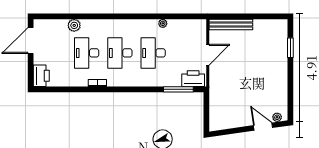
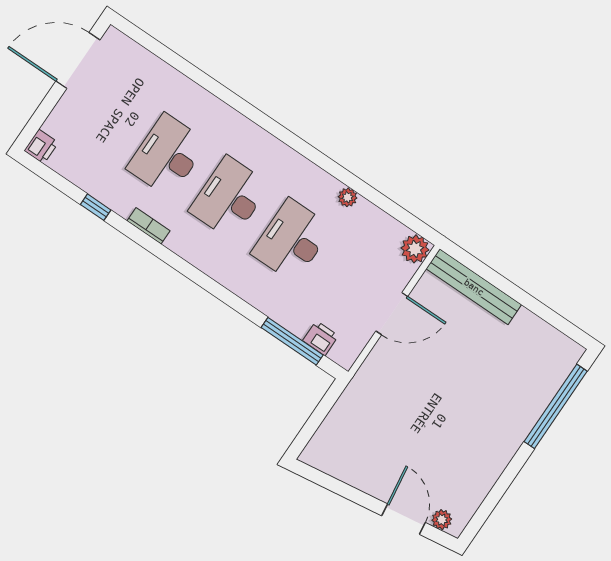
plant: (74, 25) -> (415, 249), moved
window: (290, 48) -> (556, 406), width x2.11
printer: (41, 76) -> (41, 147), width x0.53, depth x0.68
printer: (193, 79) -> (321, 338), width x0.53, depth x0.68
window: (73, 89) -> (96, 207), added

